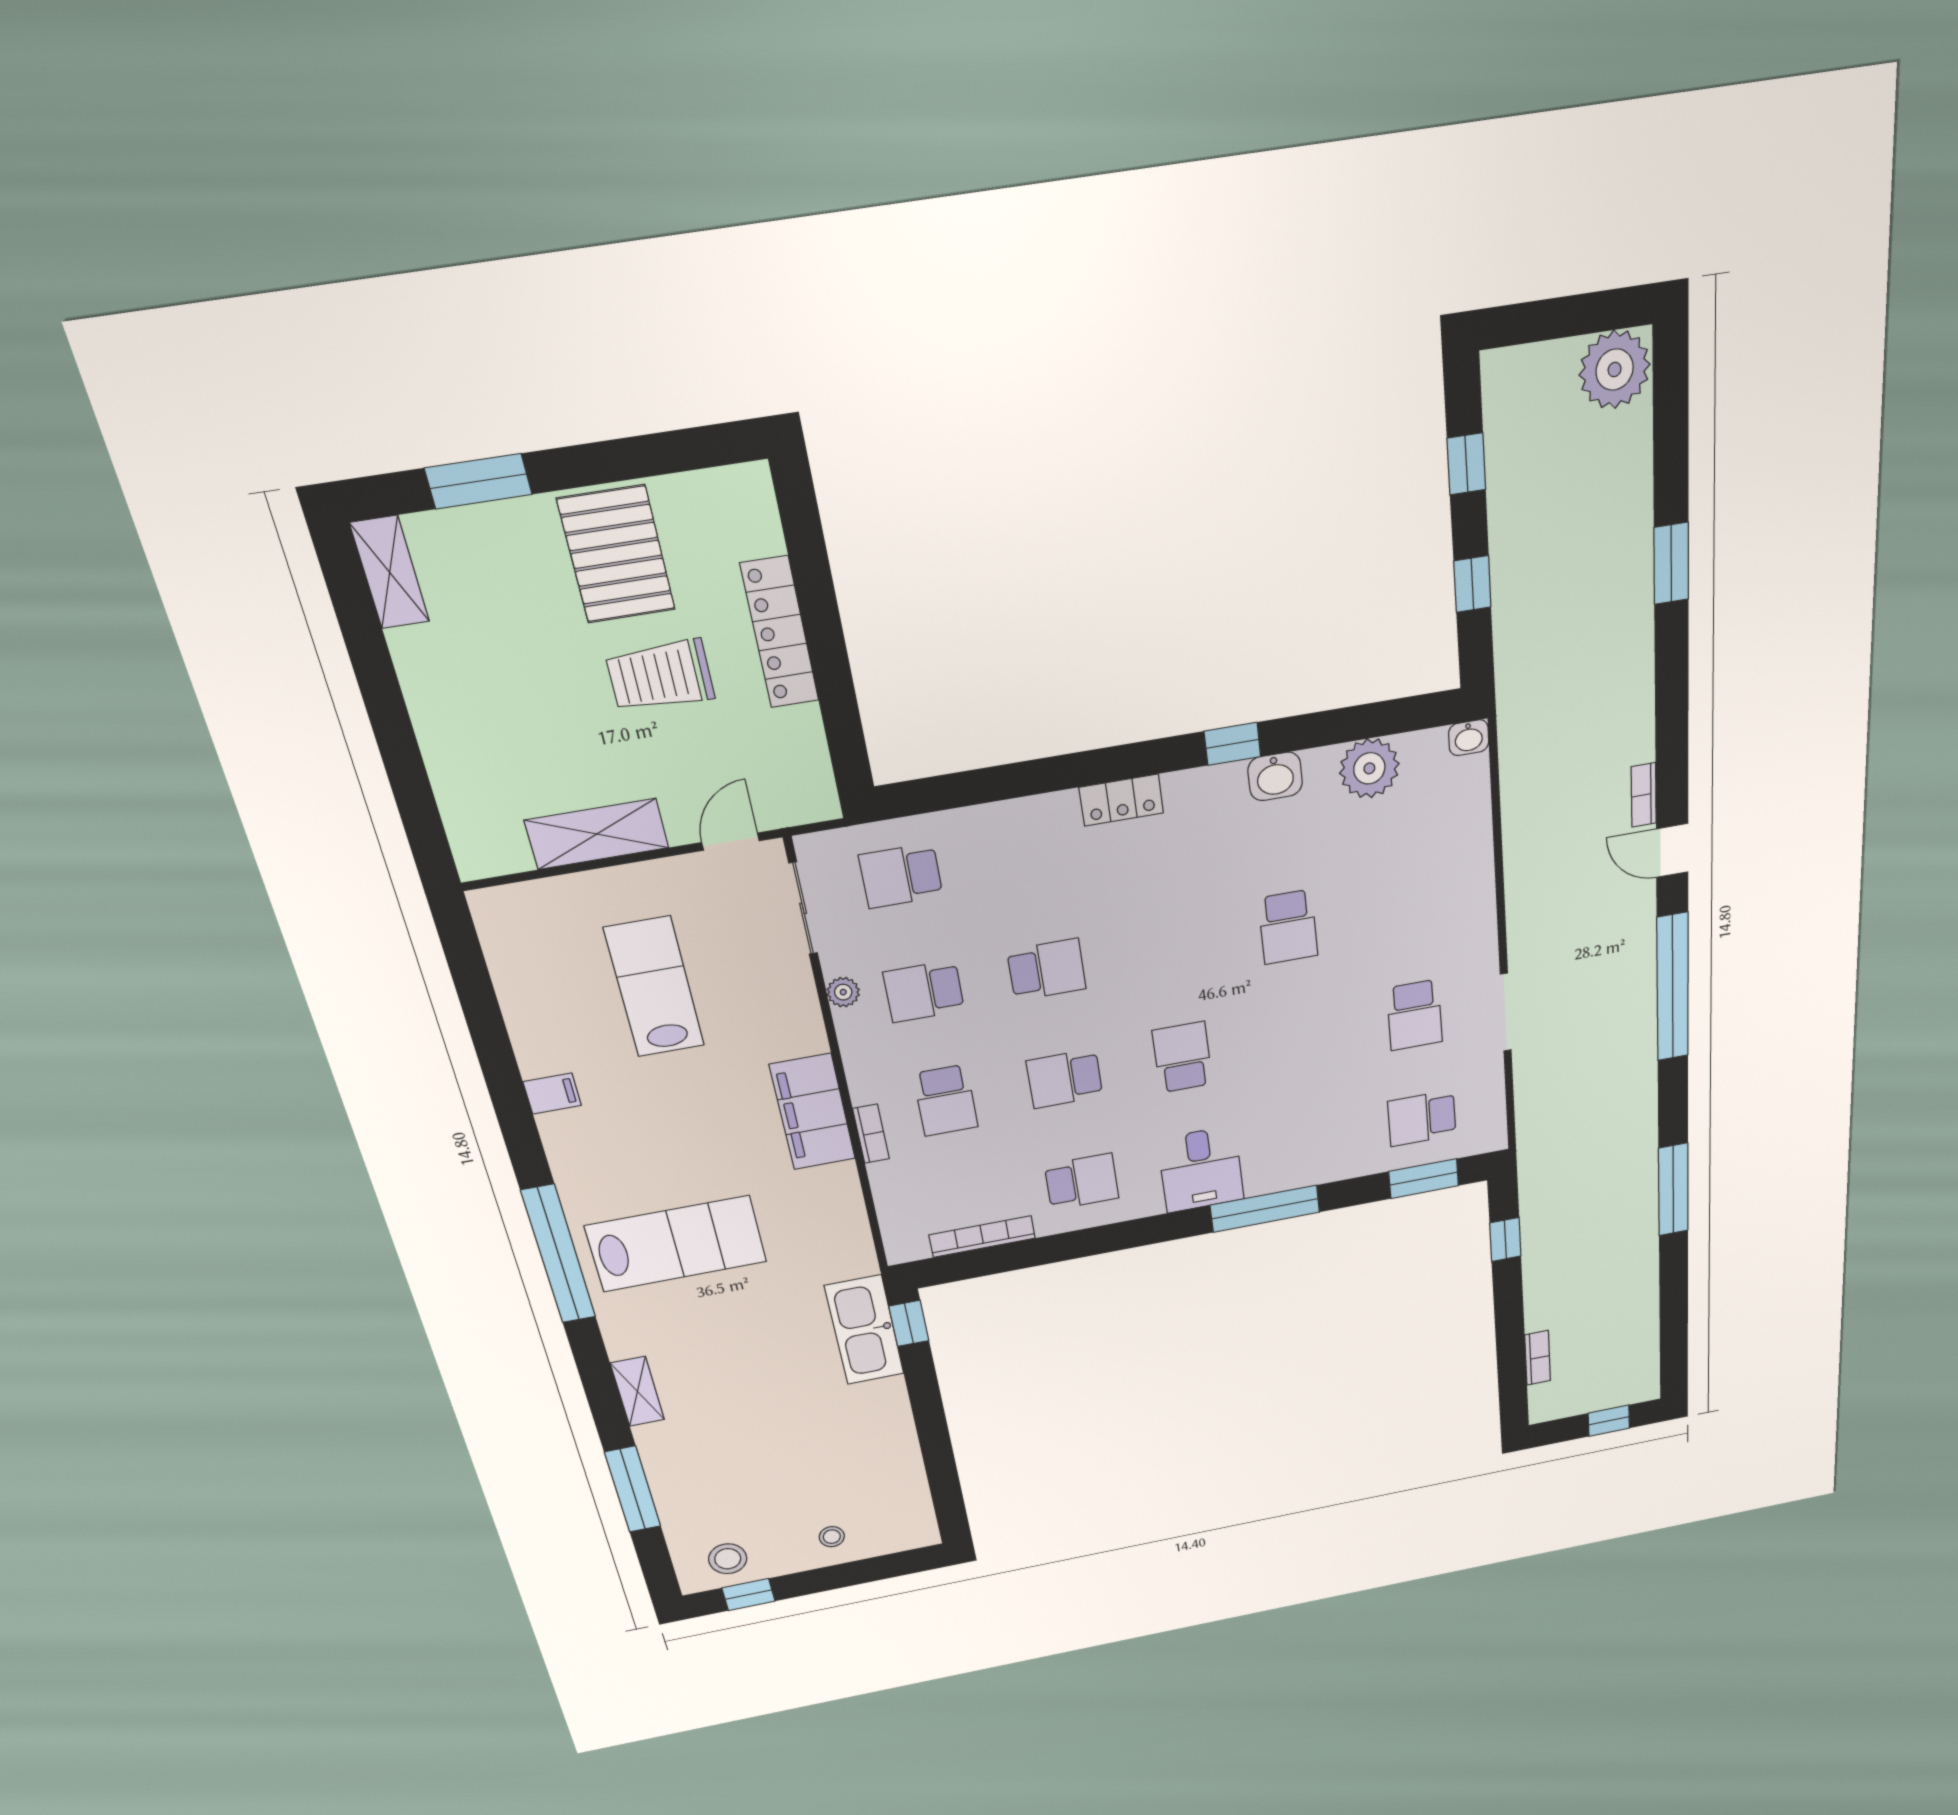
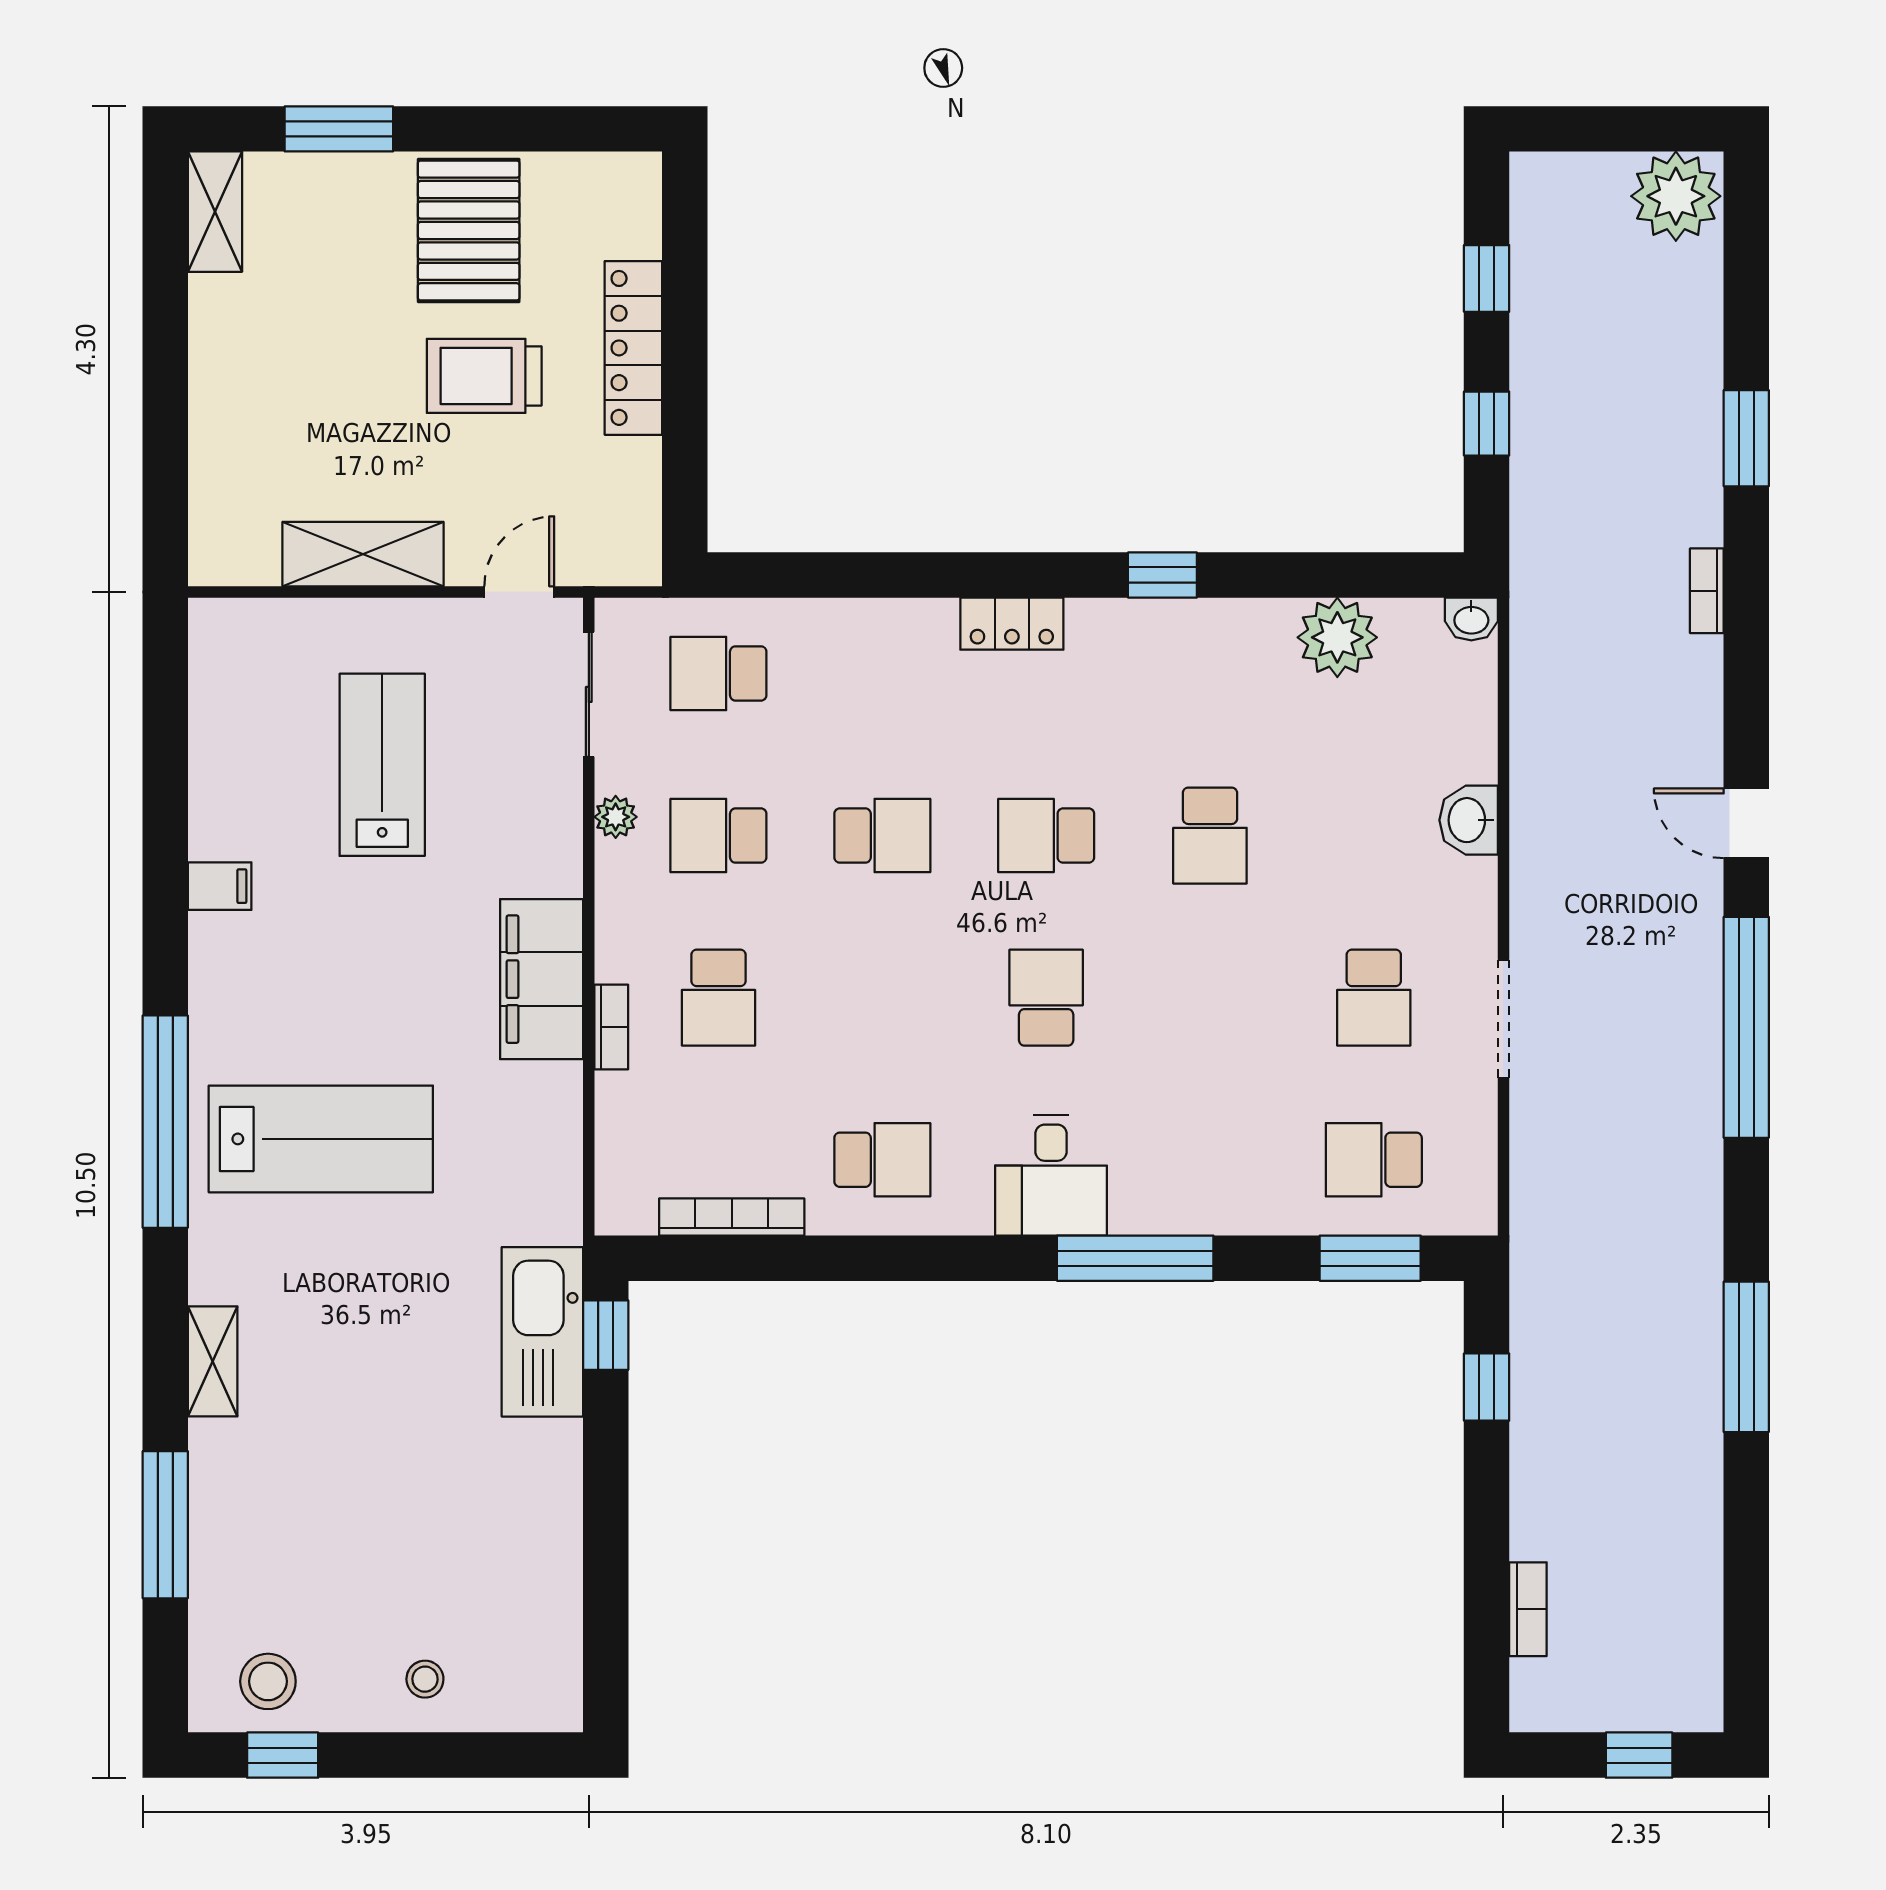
washbasin: (1275, 776) -> (1469, 820), moved, turned 90
bookcase: (1644, 795) -> (1707, 591), moved
school desk: (1065, 1079) -> (1046, 836), moved

